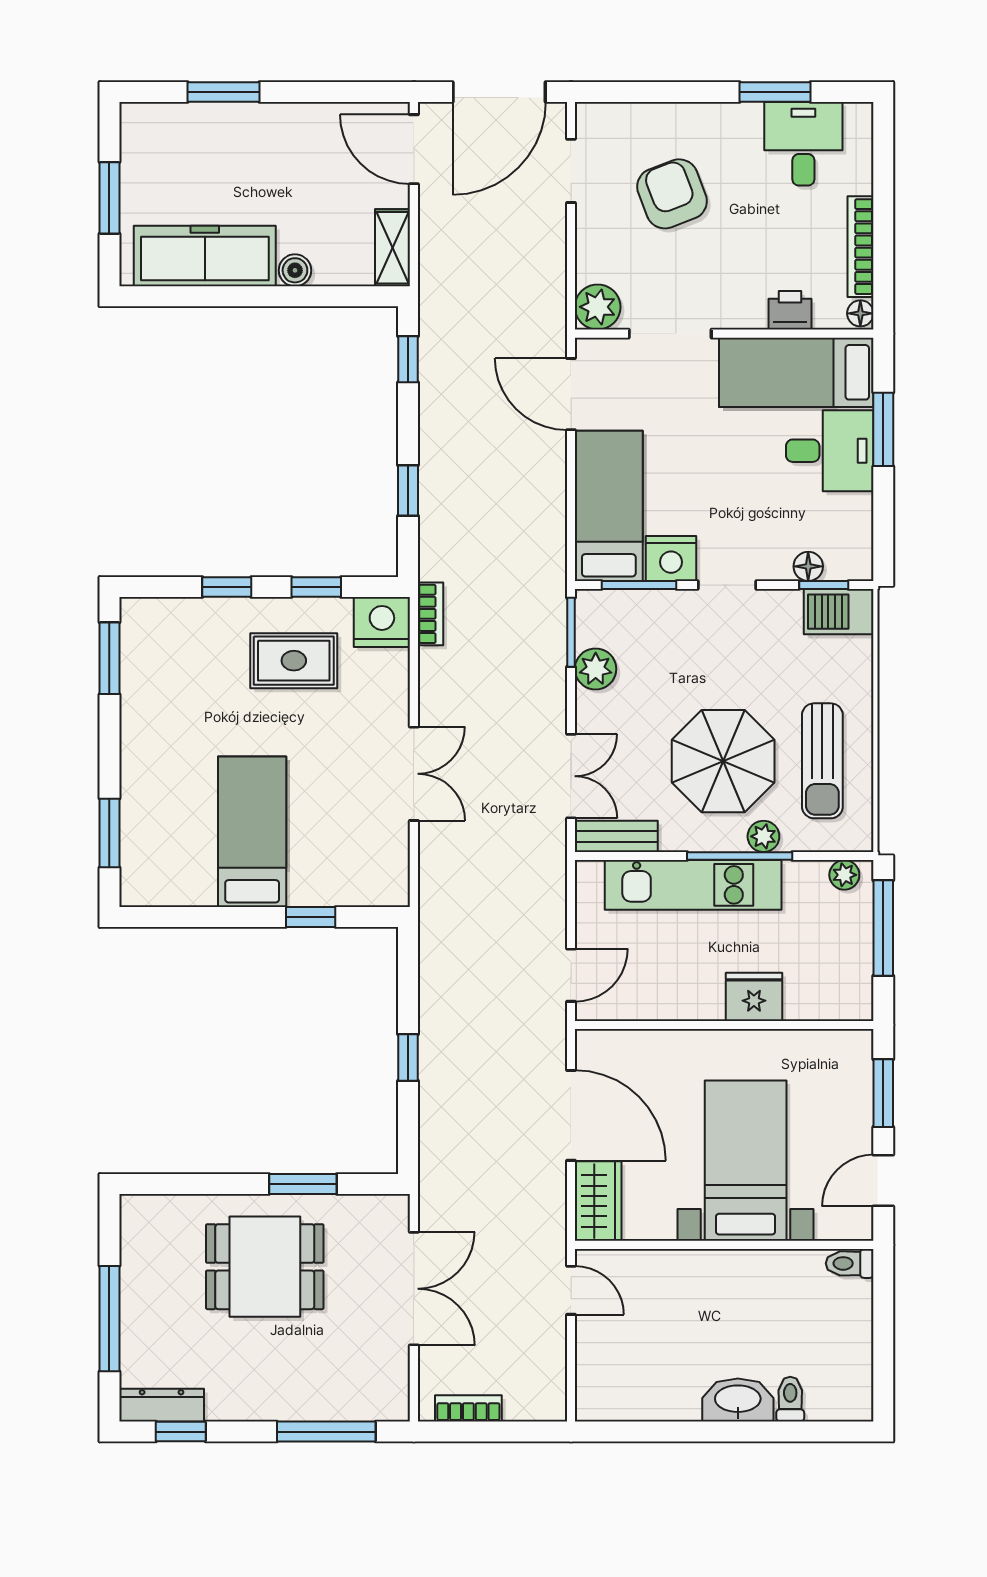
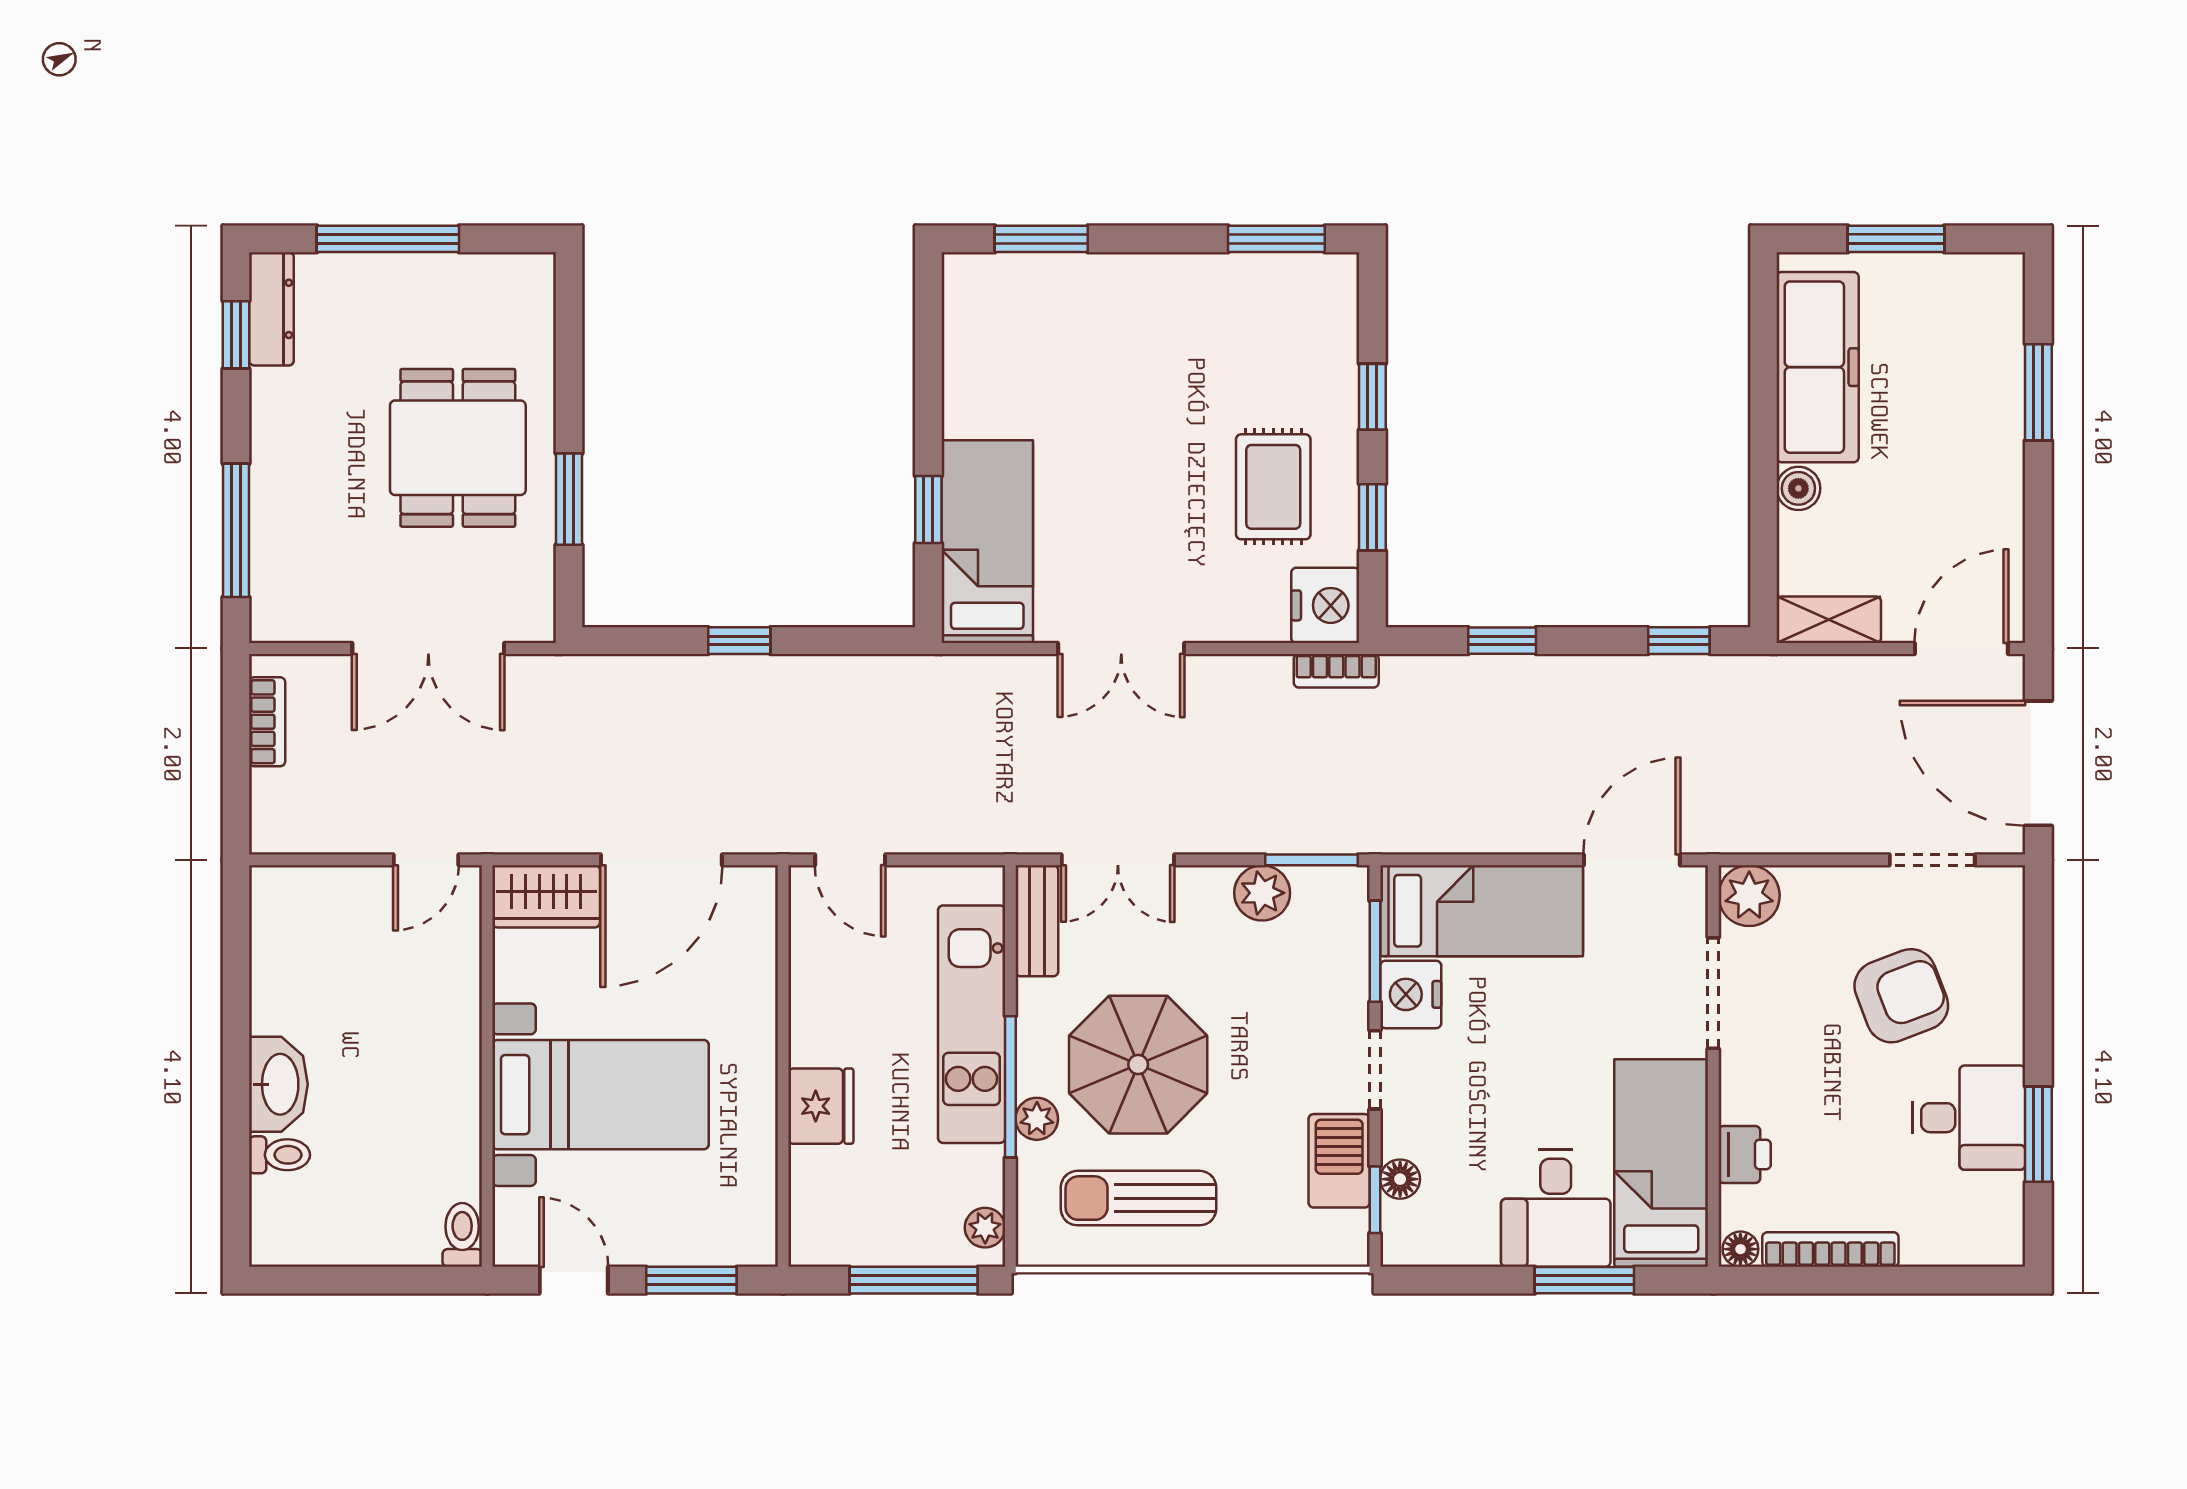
desk: (803, 144) -> (1969, 1118), moved
barbecue: (839, 612) -> (1339, 1161), moved
bed: (252, 832) -> (987, 542), moved, turned -90

